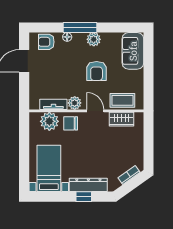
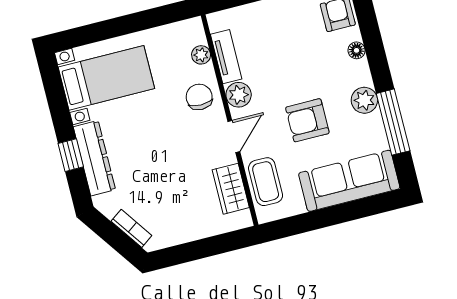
window: (80, 27) -> (393, 122), moved
sofa: (133, 51) -> (349, 181), width x1.36
plant: (49, 121) -> (201, 55), width x0.53, depth x0.53

